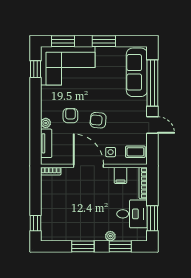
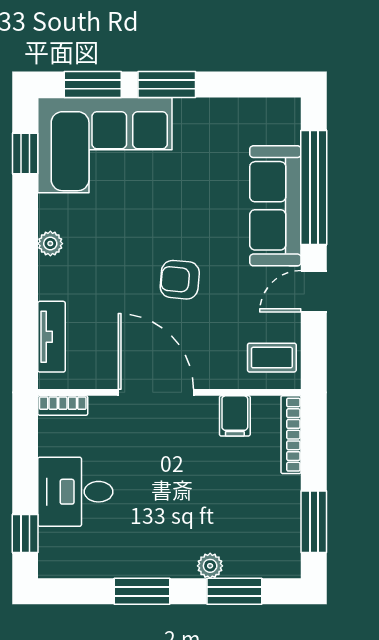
window: (104, 41) -> (167, 84), moved
sofa: (137, 72) -> (275, 206), moved
armchair: (70, 116) -> (111, 268), removed
plant: (46, 123) -> (50, 244), moved
door: (152, 125) -> (314, 291), swing flipped
side table: (111, 152) -> (211, 358), removed
desk: (132, 214) -> (75, 492), moved, turned 180

